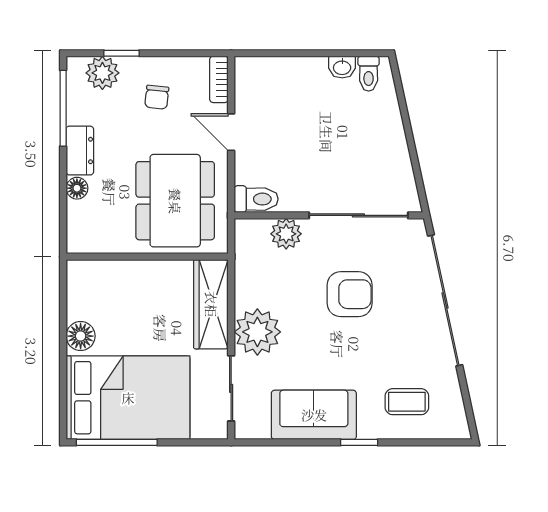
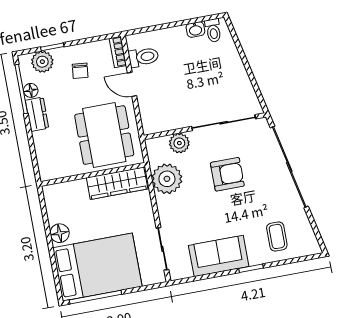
floor lamp: (77, 188) -> (31, 90), moved
toilet: (256, 199) -> (144, 57), moved
wardrobe: (211, 304) -> (117, 183), moved, turned -90
plant: (257, 332) -> (167, 179), moved
coffee table: (407, 402) -> (277, 236), turned 90

